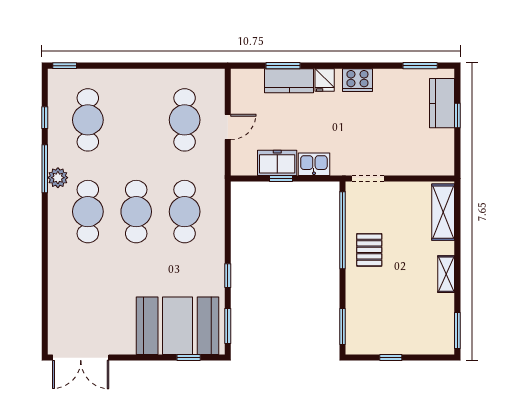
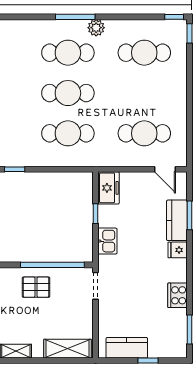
cooker: (357, 80) -> (177, 295), moved
kitchen counter: (442, 103) -> (127, 348), moved
window: (45, 118) -> (174, 17), moved
door: (228, 127) -> (165, 169), moved
freezer: (277, 163) -> (108, 188), moved
window: (45, 169) -> (75, 17), moved

